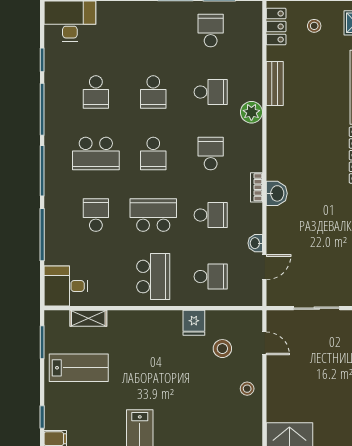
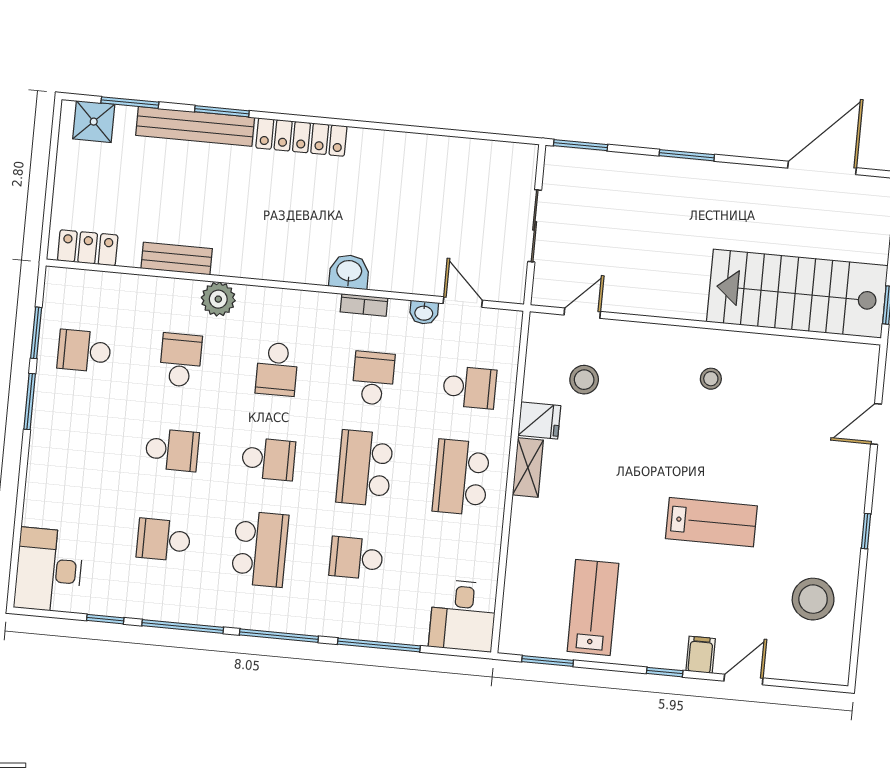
stool: (314, 26) -> (92, 188), removed
school desk: (96, 92) -> (164, 540), turned 180
school desk: (211, 154) -> (277, 369), turned -90
bookcase: (257, 187) -> (364, 305), moved
school desk: (153, 277) -> (461, 477), turned -90
school desk: (211, 277) -> (470, 387), turned 90
shelving: (88, 318) -> (528, 467), moved
stool: (247, 389) -> (711, 379), moved

